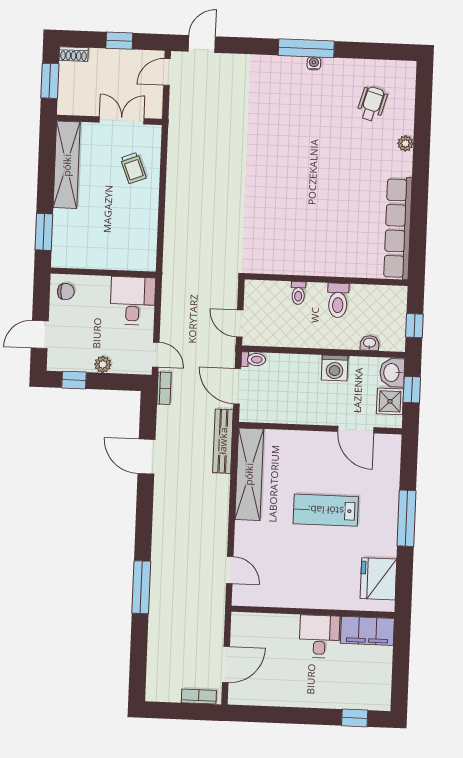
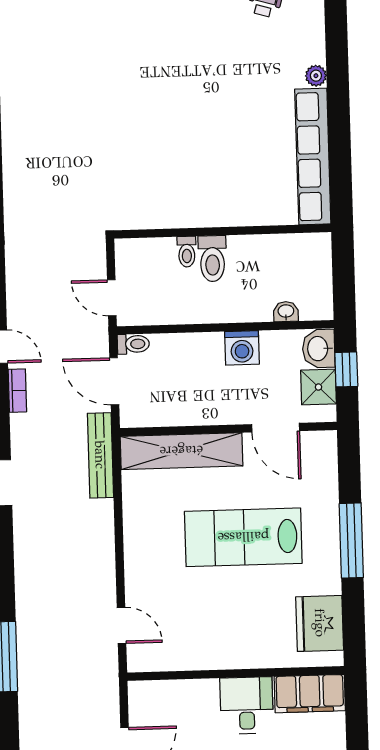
plant: (405, 143) -> (316, 76), moved
toilet: (338, 300) -> (212, 259), moved
window: (414, 326) -> (344, 284), removed
shelving: (249, 474) -> (181, 451), moved, turned 90
lab bench: (326, 510) -> (243, 537), width x1.36, depth x1.39

